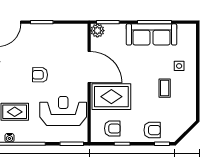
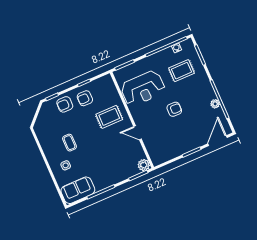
sofa: (151, 34) -> (78, 190), moved, width x0.73
door: (89, 67) -> (138, 133), width x0.53
rug: (111, 97) -> (109, 117), width x0.73, depth x0.70
armchair: (112, 128) -> (85, 98), moved

